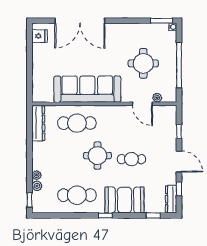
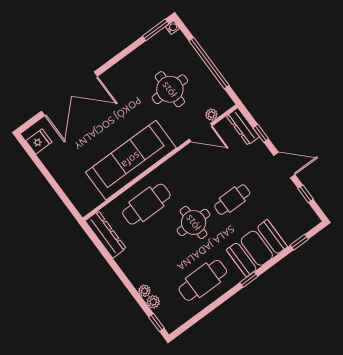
dresser: (171, 199) -> (243, 126), moved

